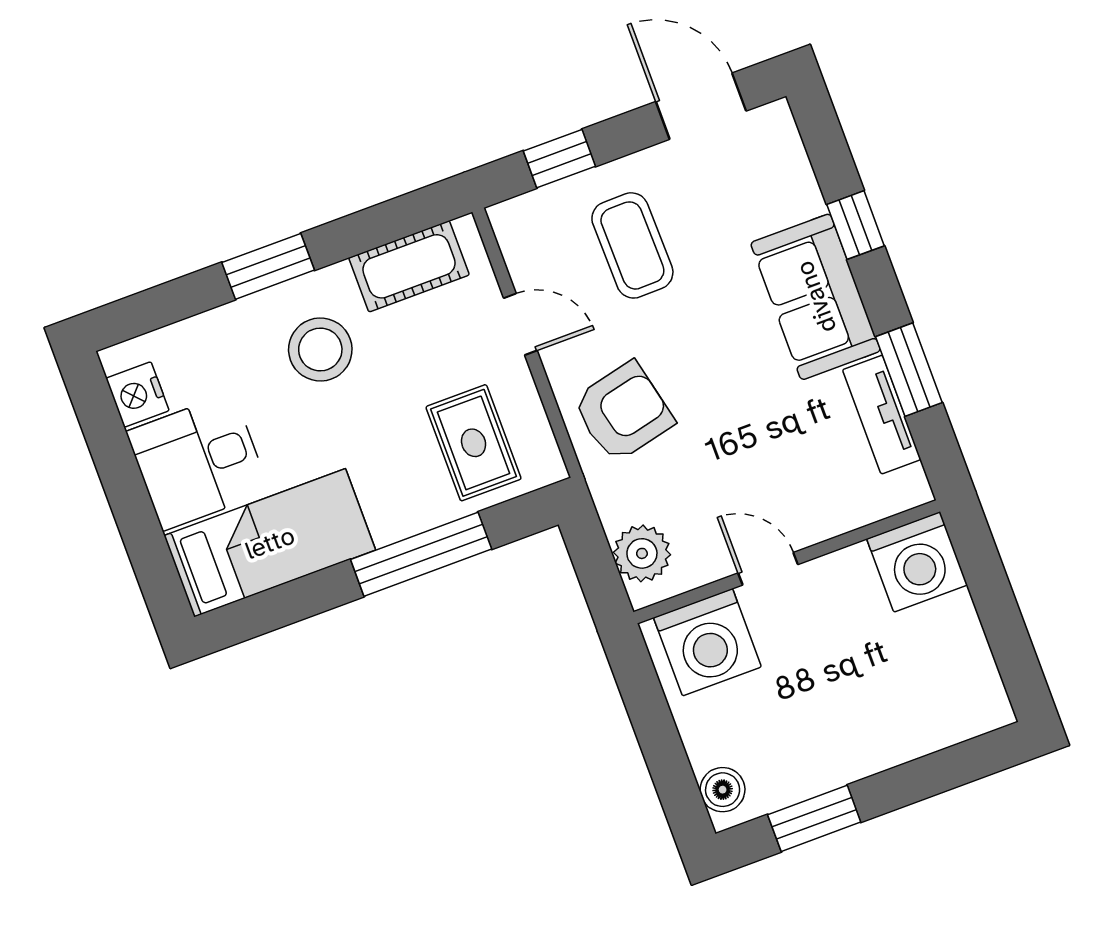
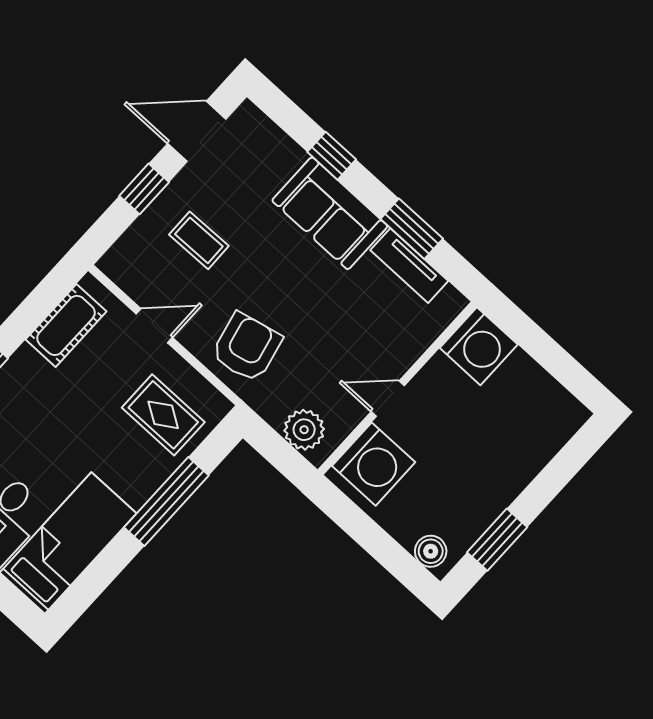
window: (559, 159) -> (144, 189), moved
coffee table: (632, 245) -> (199, 240), width x0.73, depth x0.77
stool: (320, 349) -> (37, 406), removed

